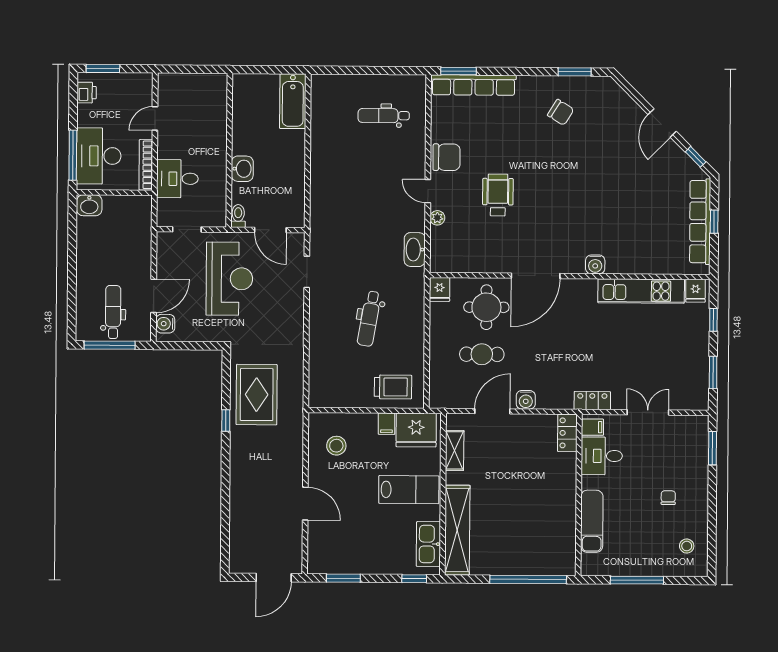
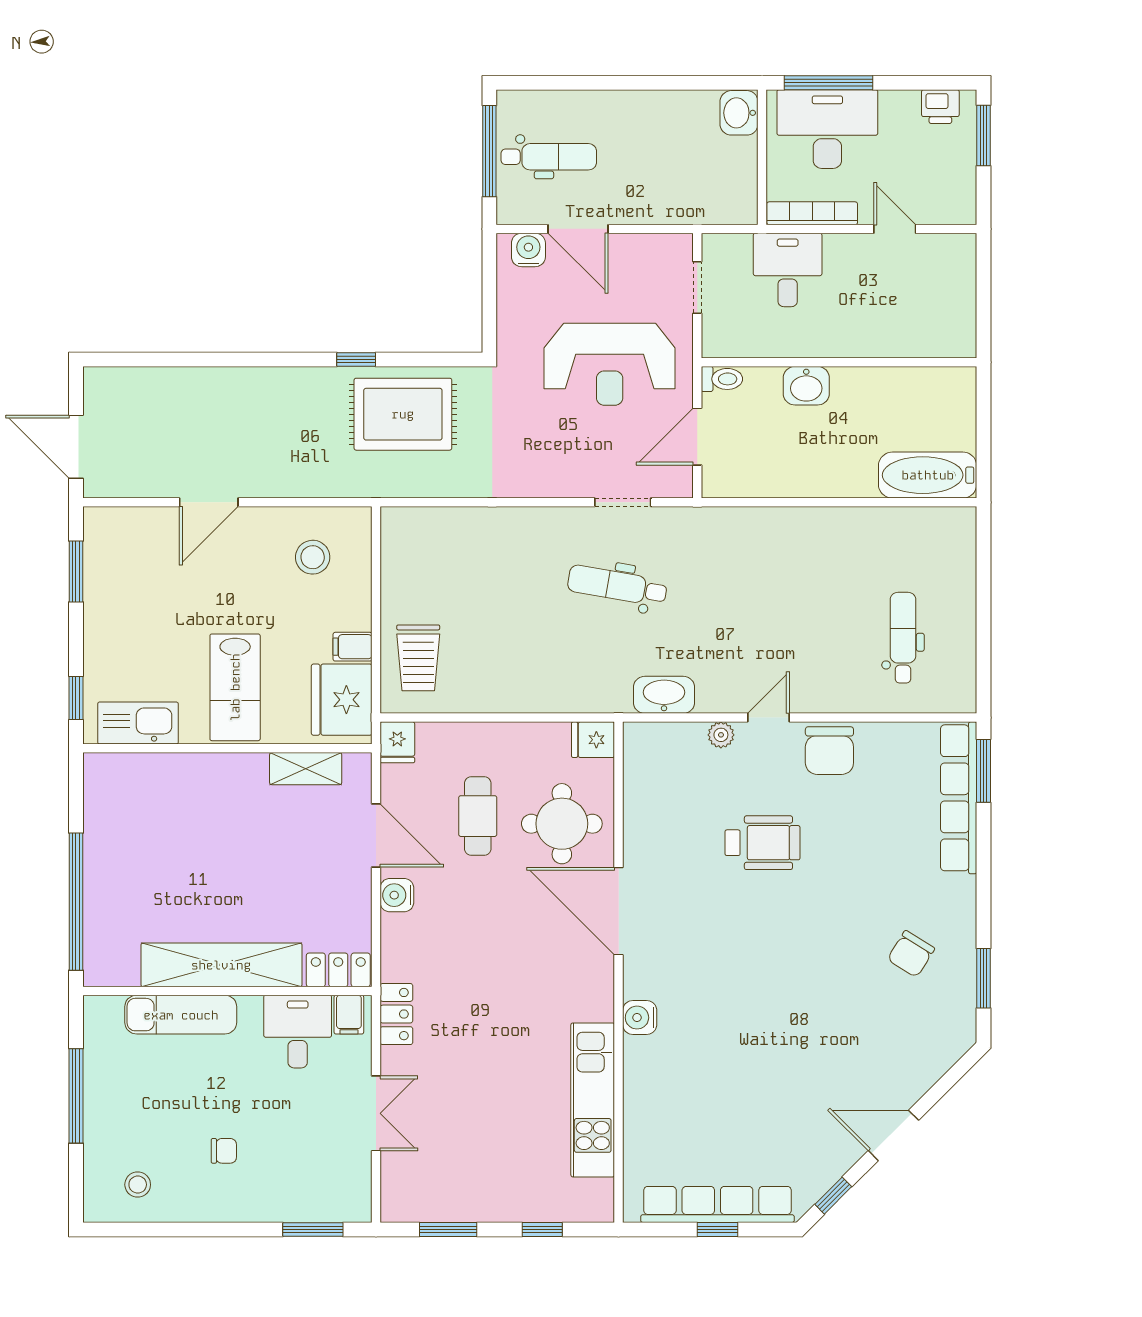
fridge: (695, 291) -> (397, 742), moved, turned -90
dental chair: (369, 319) -> (617, 586), moved
shelving: (457, 530) -> (221, 965), moved

